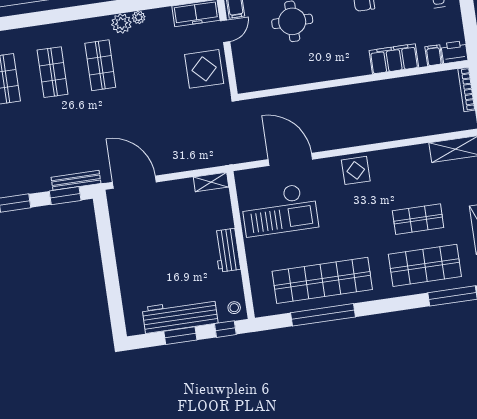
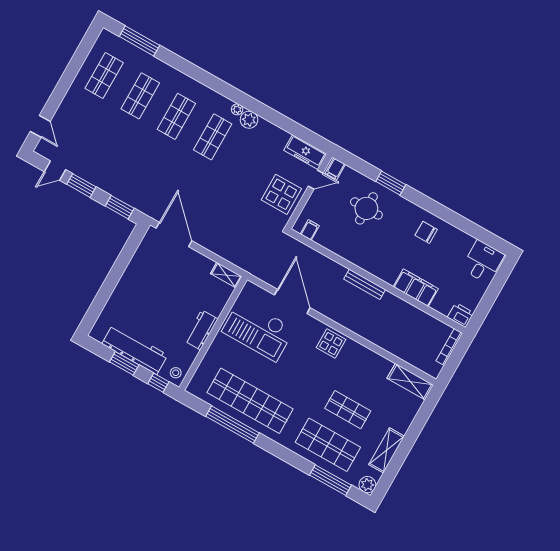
plant: (139, 17) -> (237, 109), moved
filing cabinet: (434, 55) -> (310, 230), moved
bench: (76, 180) -> (365, 284), moved

